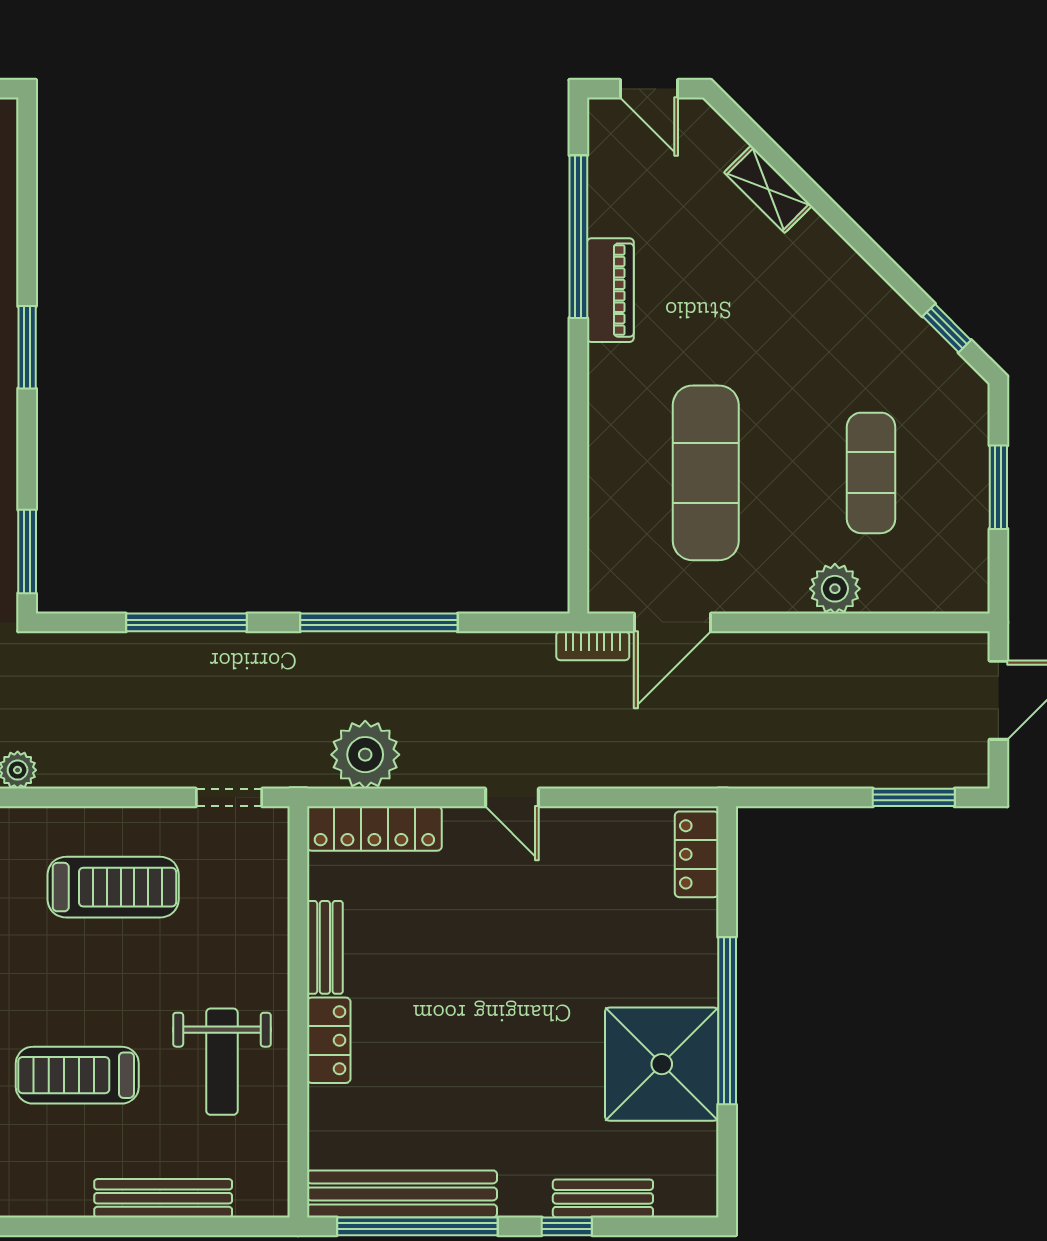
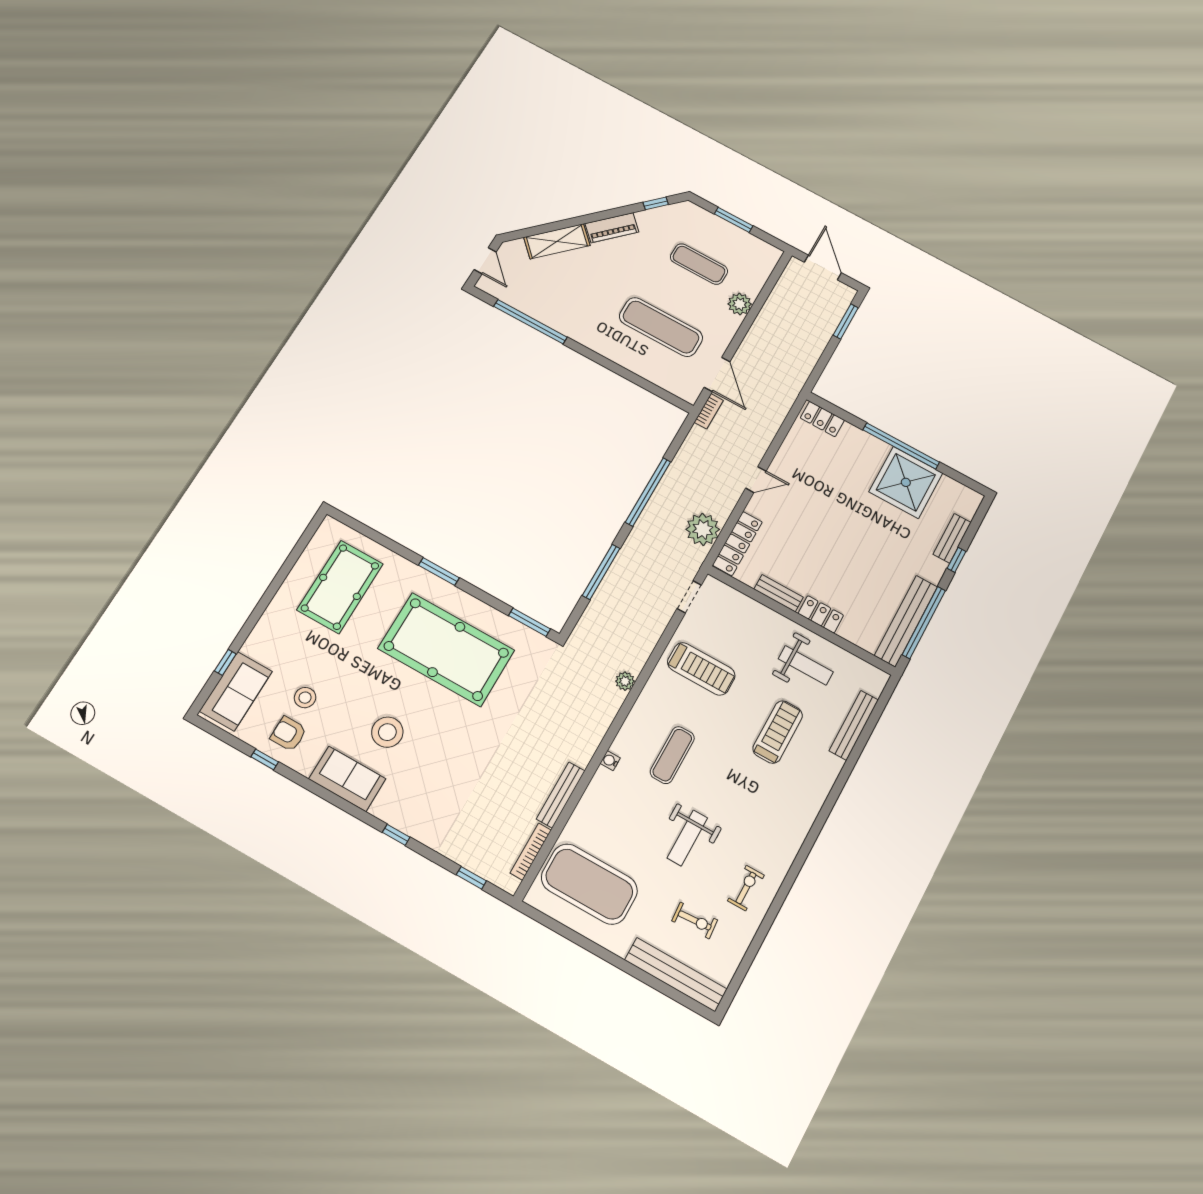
door: (649, 89) -> (485, 261), hinge flipped
shelving: (768, 189) -> (557, 241), width x1.50, depth x1.33
piano: (610, 290) -> (612, 228), moved, turned 135
treadmill: (113, 887) -> (701, 669), turned 90
treadmill: (77, 1075) -> (778, 732), turned 180

